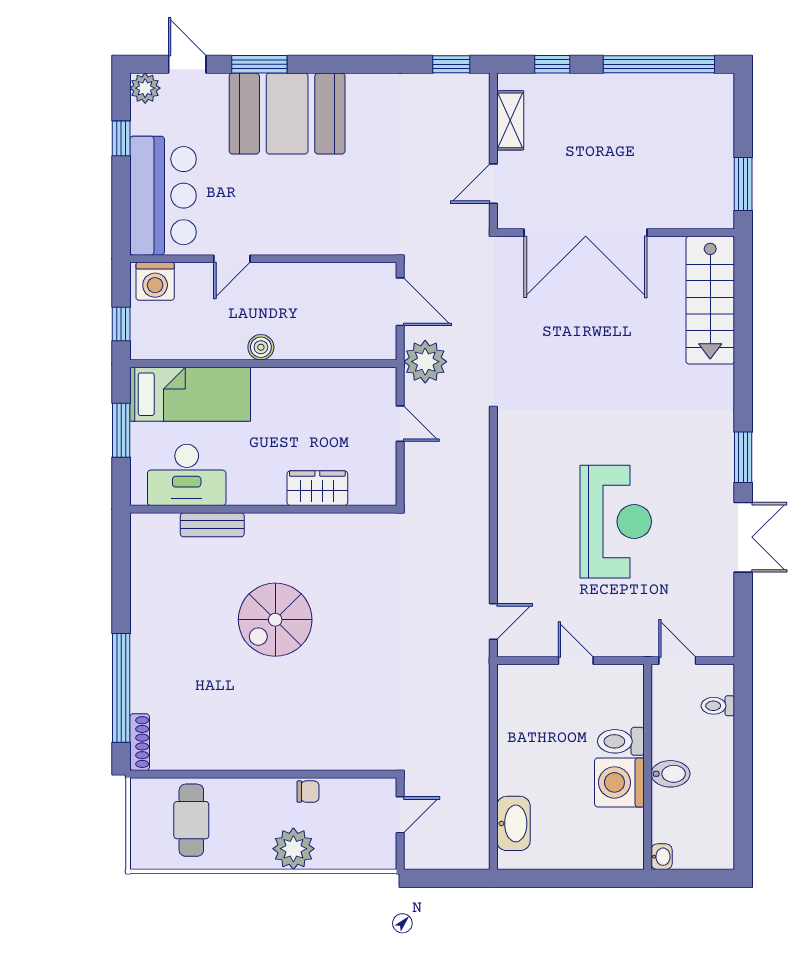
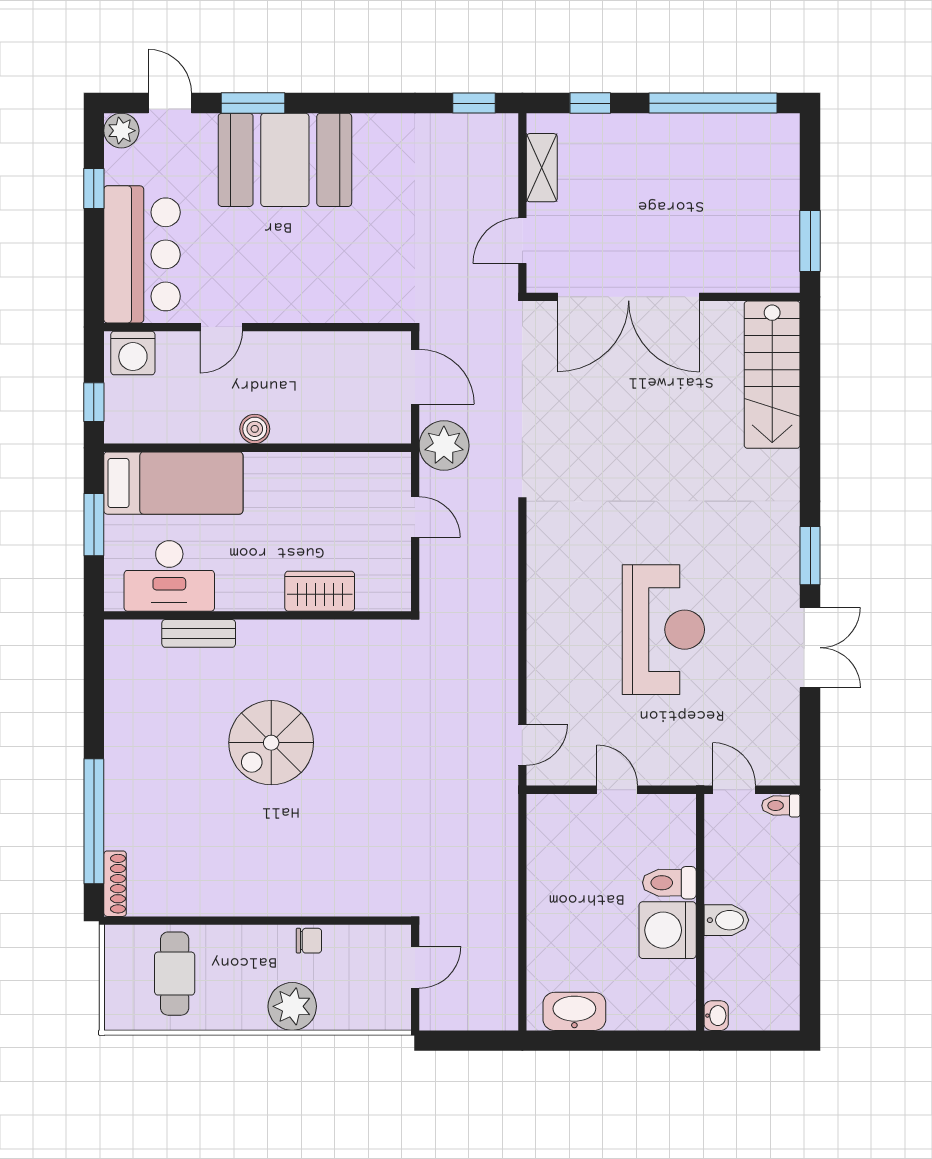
toilet: (718, 706) -> (781, 806), moved
washbasin: (513, 823) -> (574, 1011), moved, turned -90

